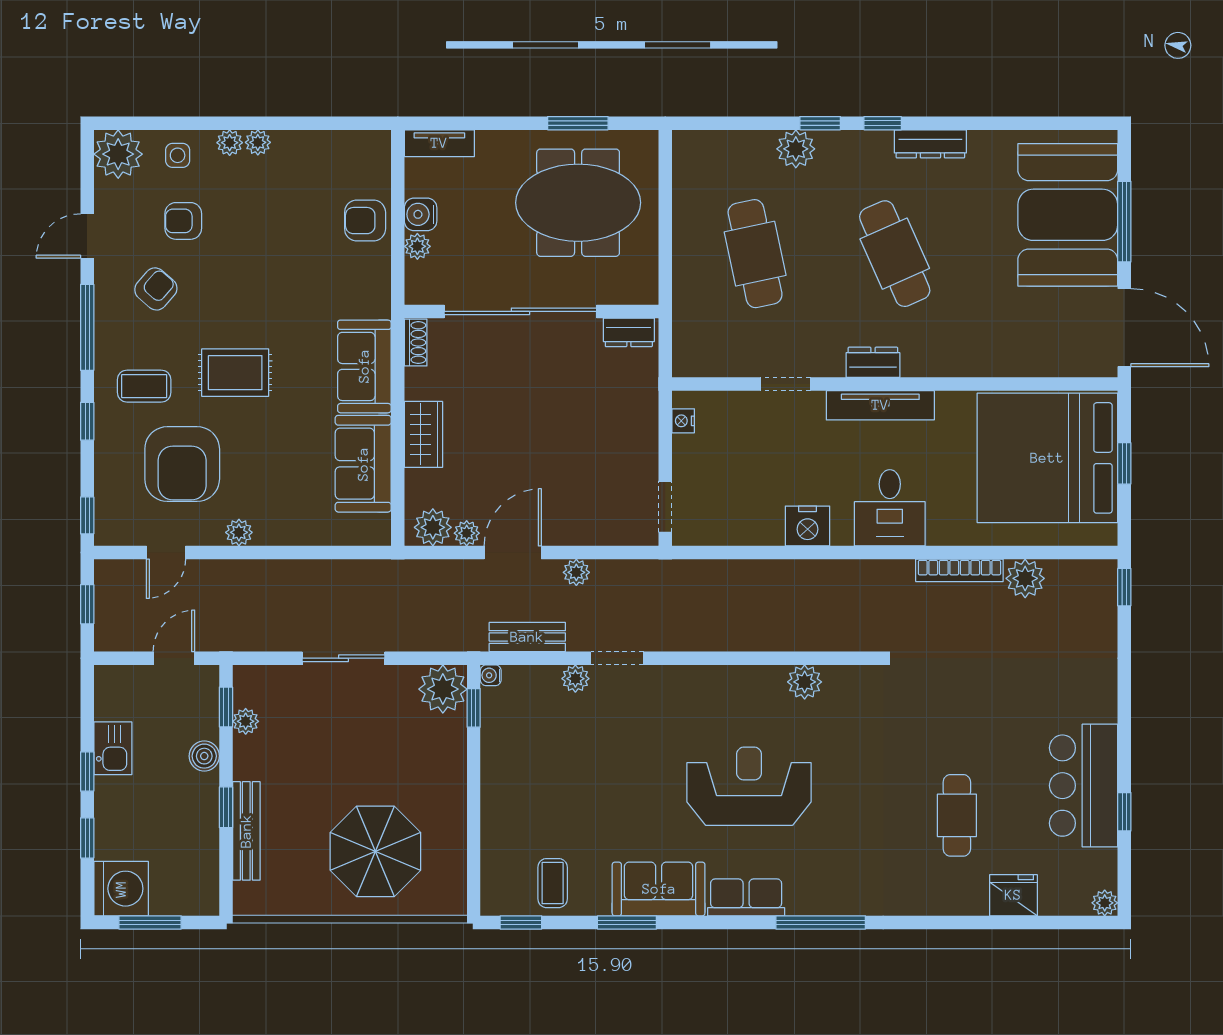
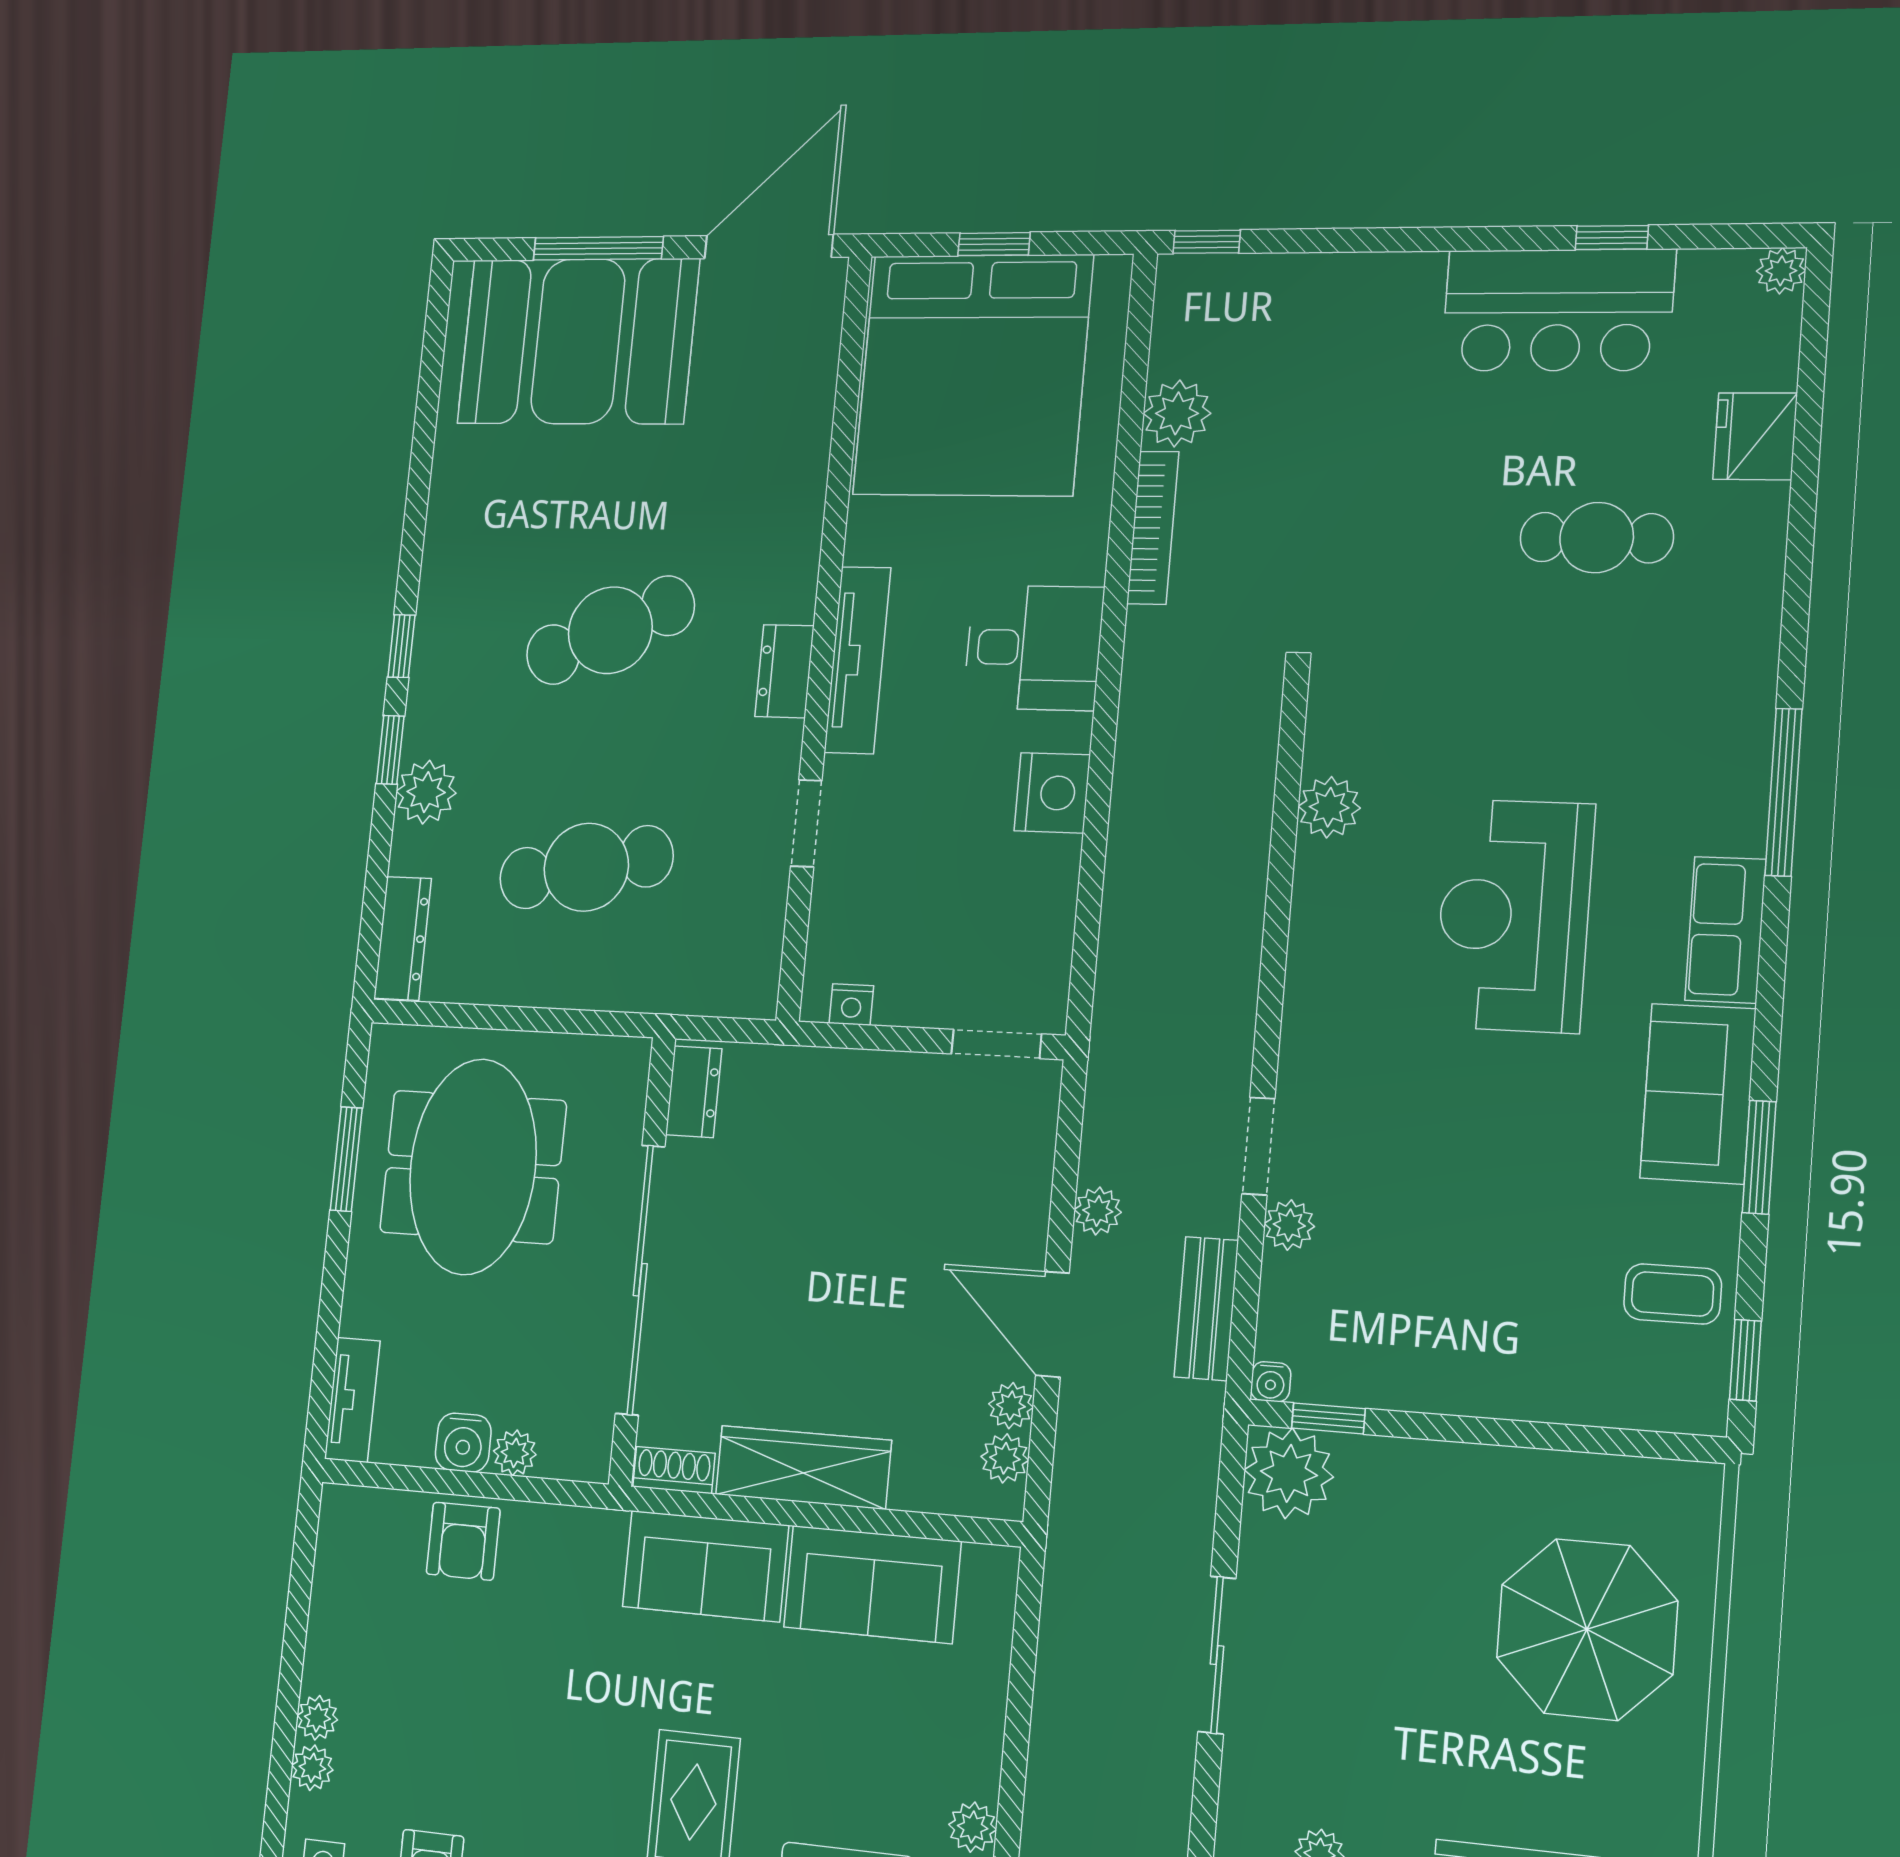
dresser: (930, 144) -> (403, 938), moved
wardrobe: (423, 434) -> (803, 1467), width x1.50
plant: (433, 527) -> (1005, 1458), width x0.73, depth x0.73

